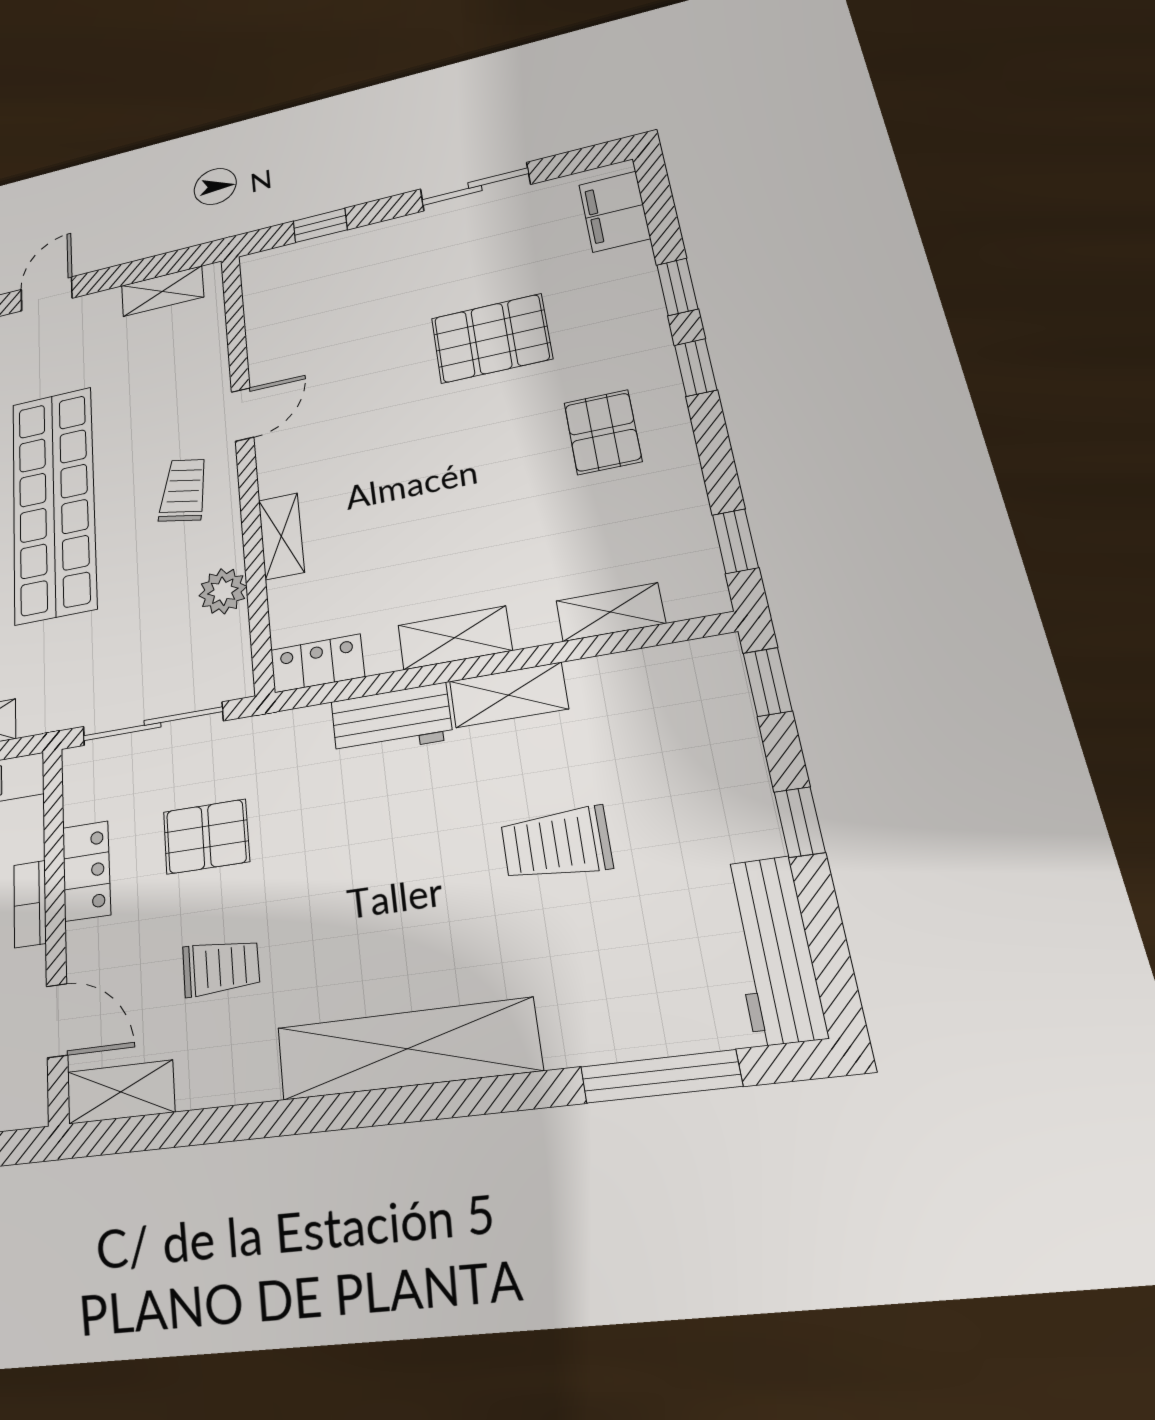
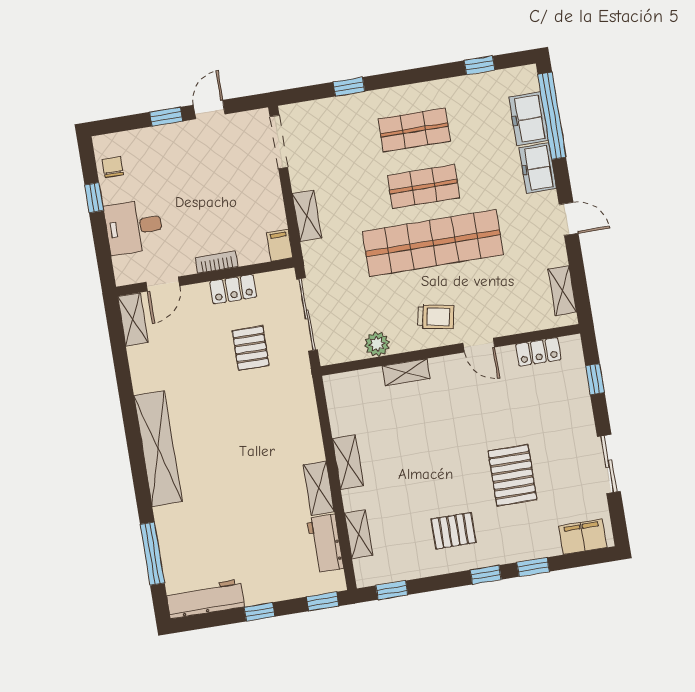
locker: (317, 663) -> (538, 352), moved, turned 90
workbench: (391, 720) -> (325, 543), moved
trolley: (556, 844) -> (249, 511), removed
trolley: (221, 967) -> (190, 361), removed

